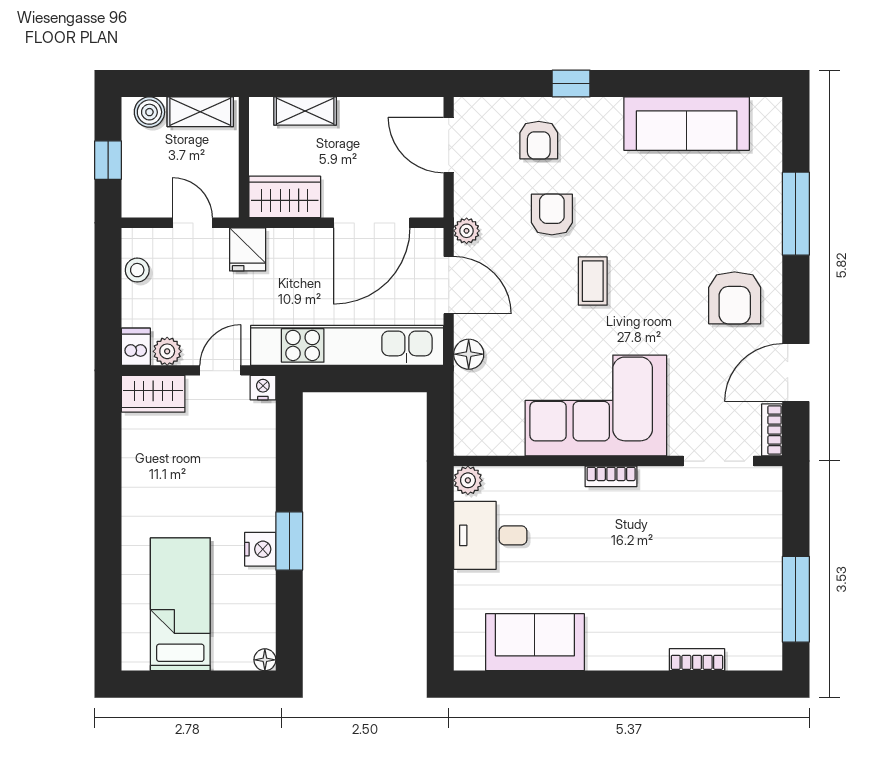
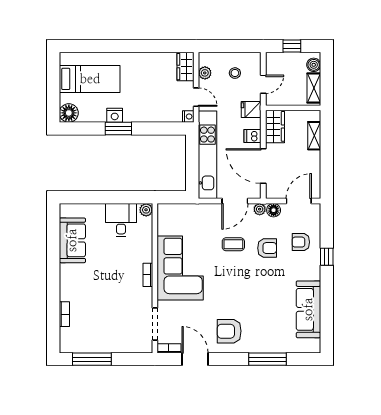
stool: (137, 270) -> (235, 73), moved
coffee table: (593, 281) -> (233, 244), moved
dishwasher: (136, 347) -> (253, 136), moved, turned 180
floor lamp: (469, 354) -> (274, 210), moved
floor lamp: (265, 660) -> (69, 113), width x1.89, depth x1.89

